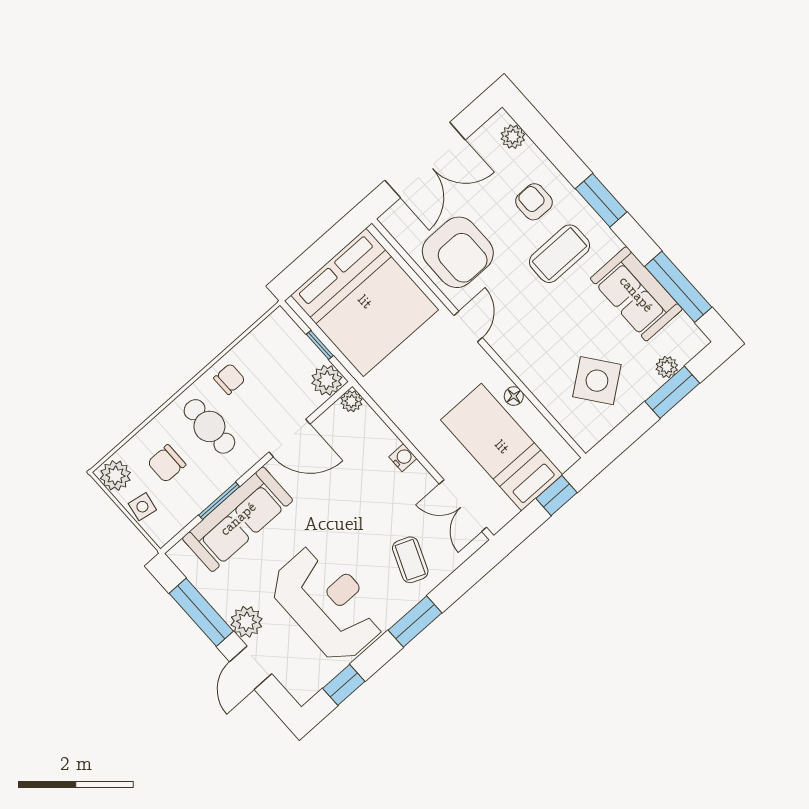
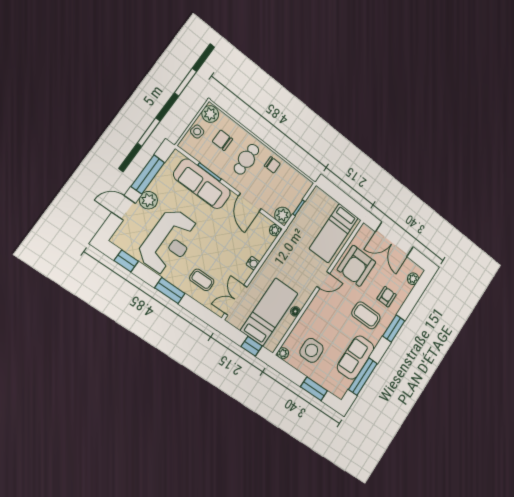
bed: (365, 302) -> (334, 233), width x0.49
plant: (667, 367) -> (283, 353), moved
side table: (597, 381) -> (312, 350), turned 37
coffee table: (410, 560) -> (202, 280), turned 68

